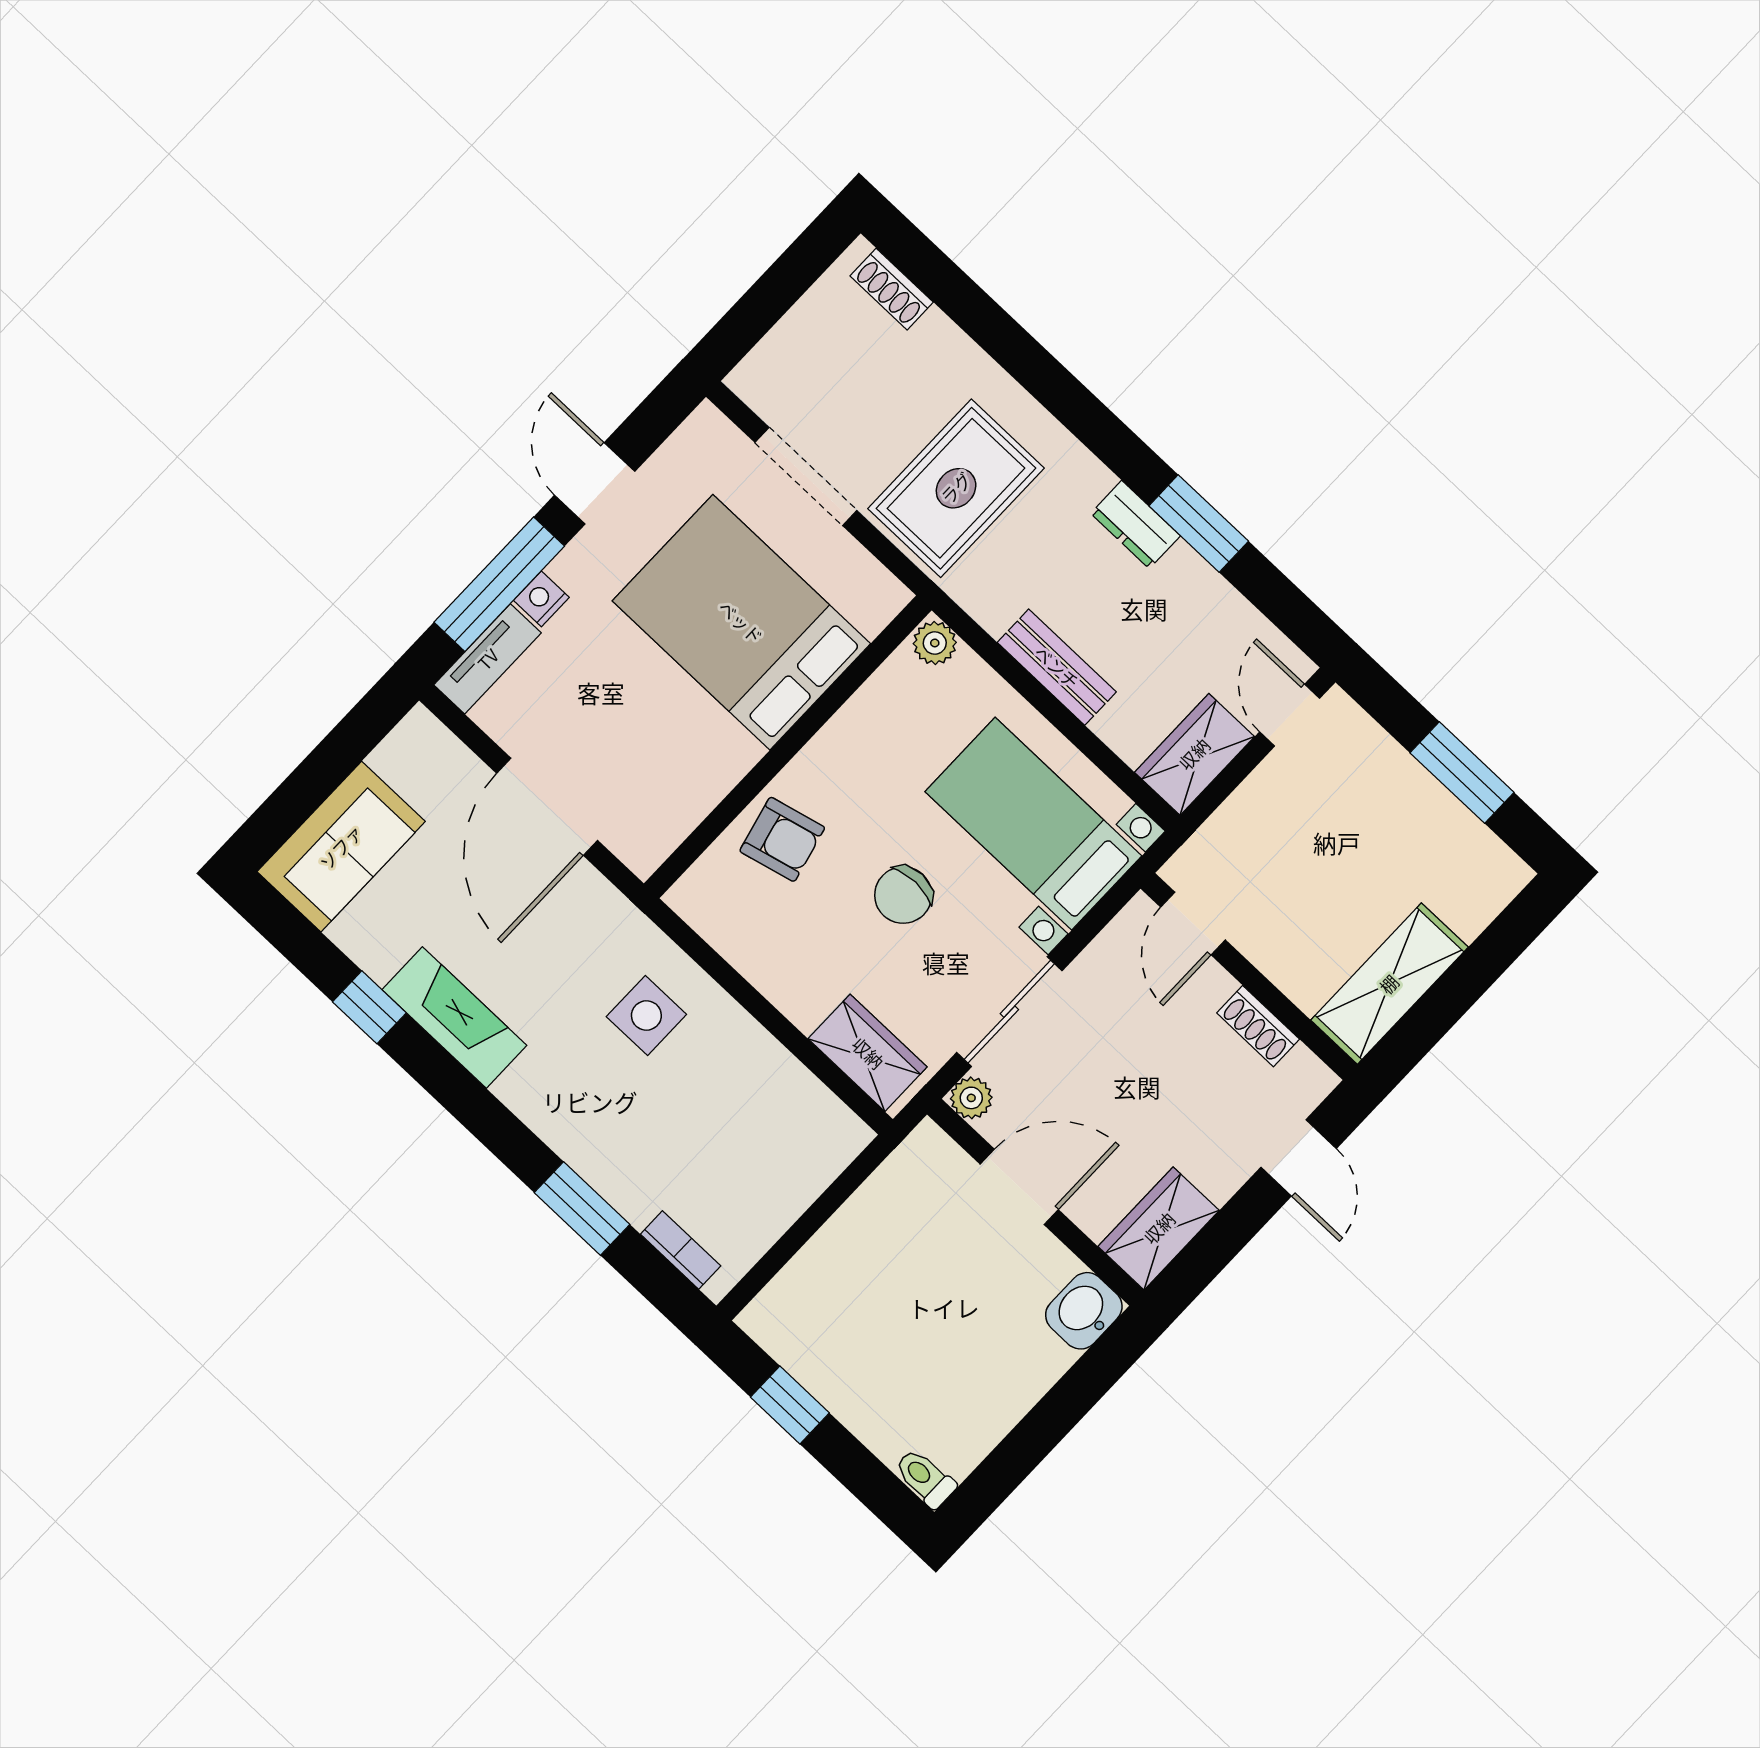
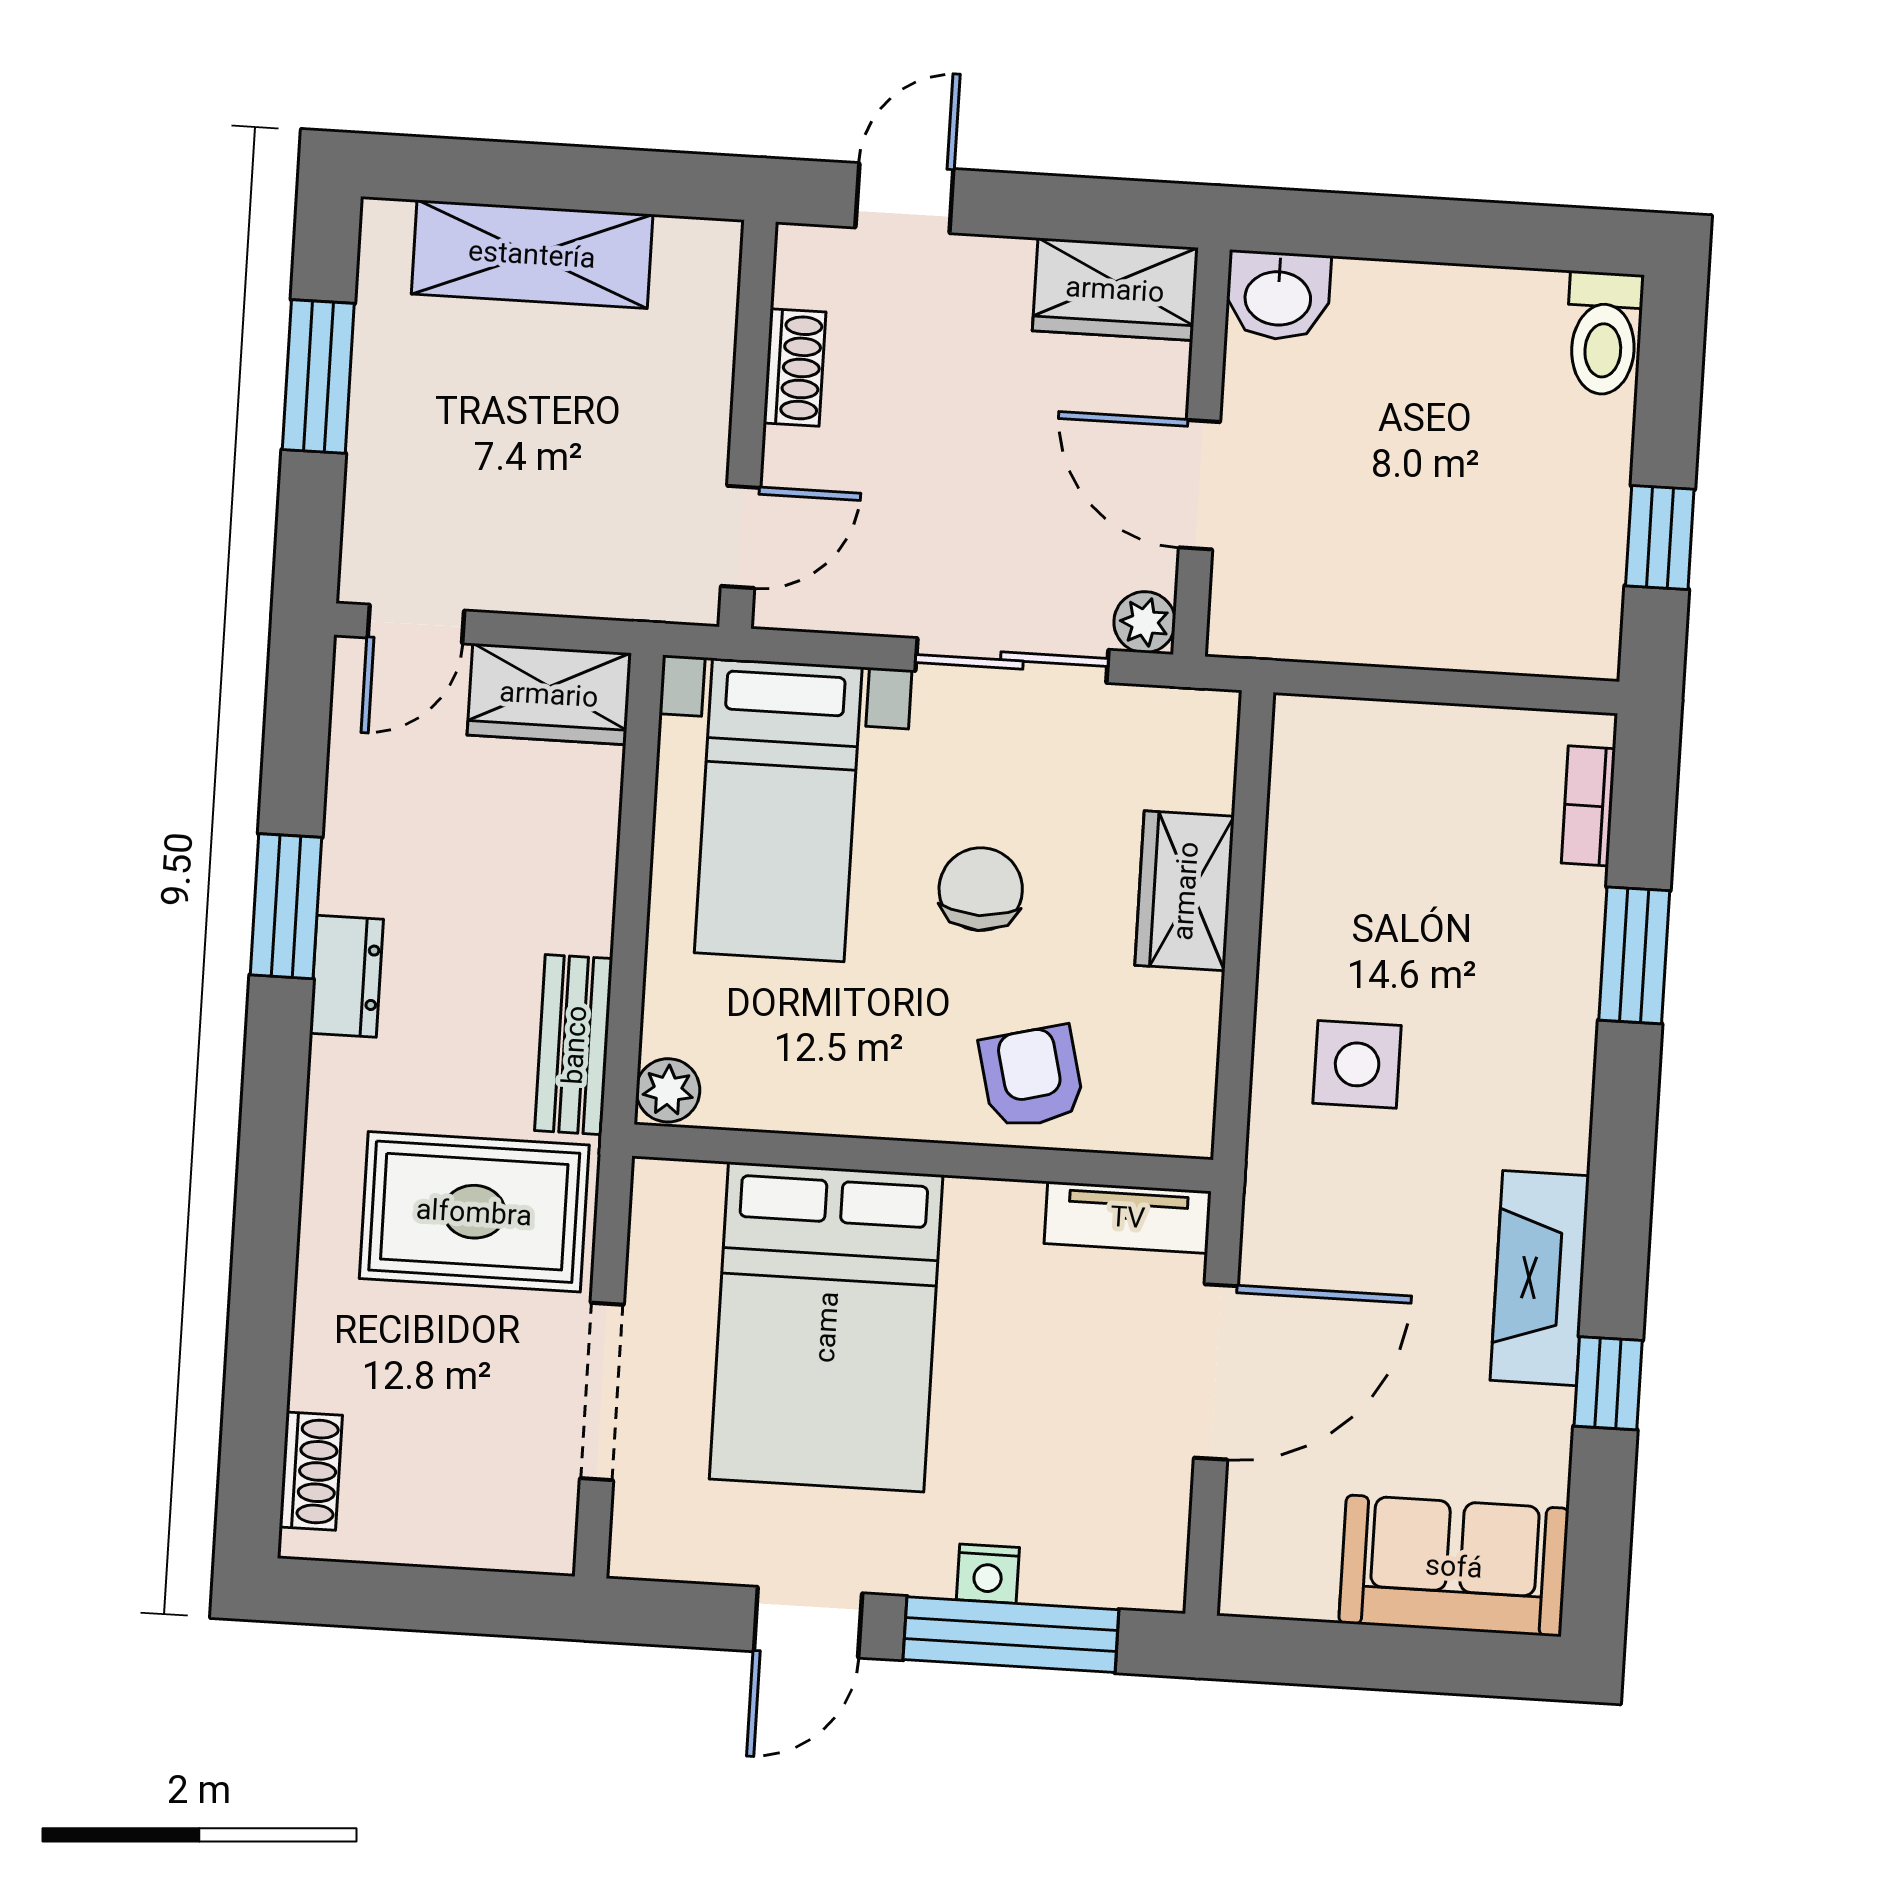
tv unit: (488, 659) -> (1128, 1217), moved, turned 180
bench: (1057, 667) -> (574, 1045), moved
chair: (903, 895) -> (981, 889), turned -90
shelving: (1389, 984) -> (532, 254), moved
wardrobe: (868, 1053) -> (1185, 891), moved
toilet: (925, 1478) -> (1604, 333), width x1.37, depth x1.39

